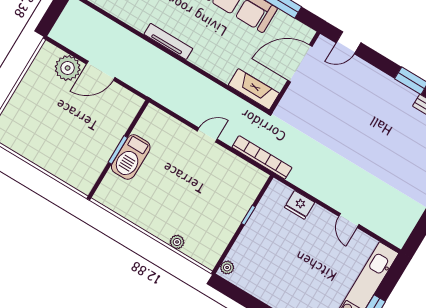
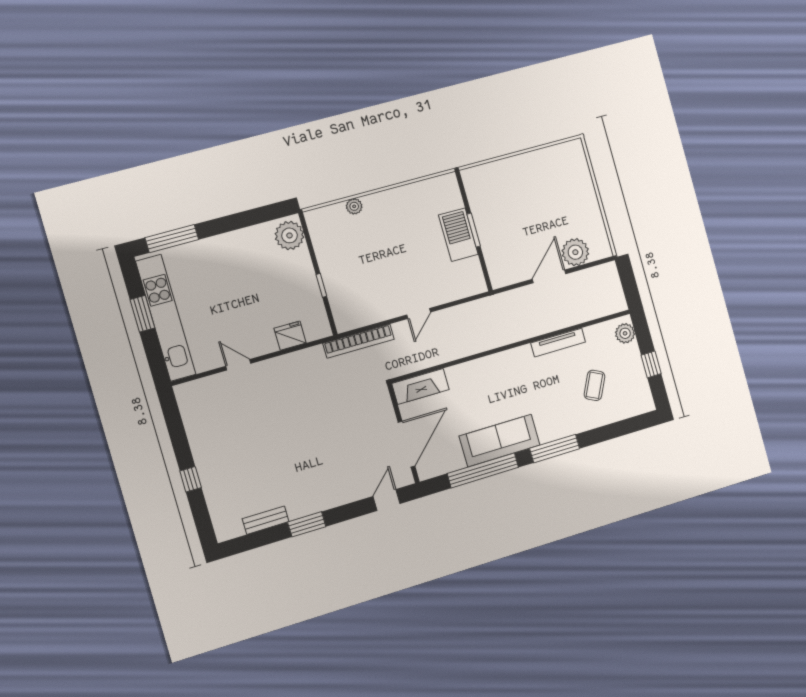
tv unit: (168, 41) -> (558, 342), moved
plant: (227, 267) -> (290, 235), width x1.88, depth x1.88

